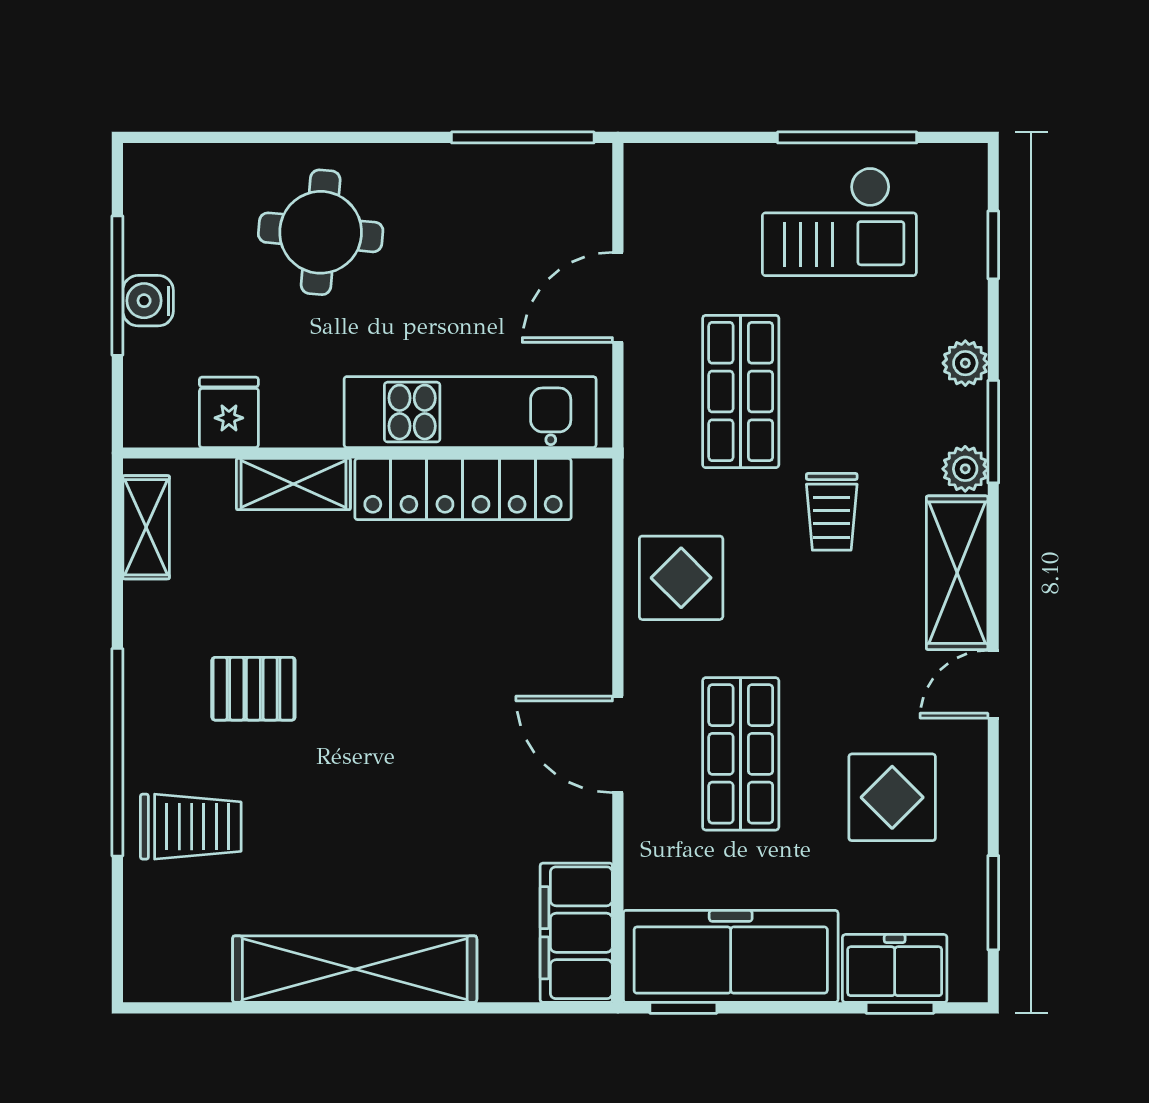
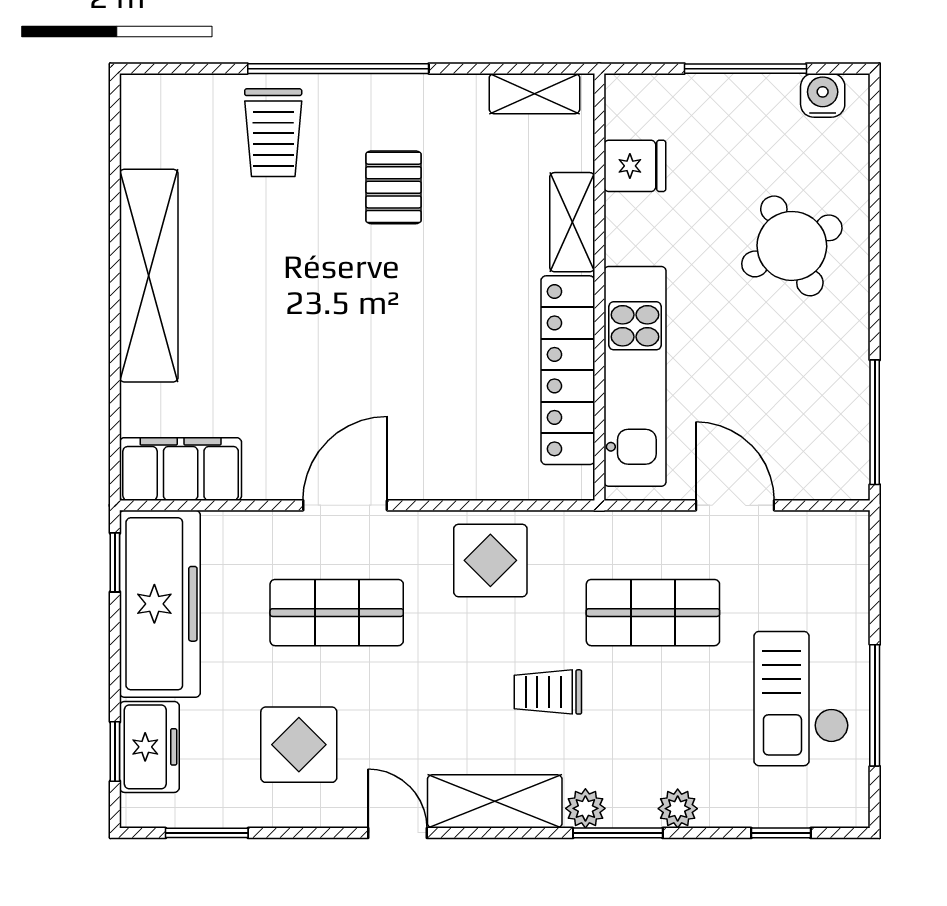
round table: (321, 232) -> (792, 246), turned -31
water cooler: (148, 301) -> (823, 95), moved

